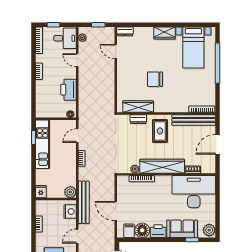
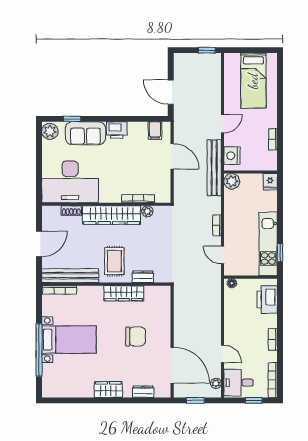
dresser: (125, 31) -> (143, 392), moved
bed with nightstands: (193, 48) -> (69, 340), moved, turned 90
door: (116, 52) -> (172, 365), width x1.87
chair: (155, 79) -> (135, 336), moved
printer: (69, 90) -> (267, 299), moved, turned 180
wardrobe: (138, 107) -> (124, 293), moved
door: (77, 136) -> (223, 255), swing flipped
floor lamp: (142, 230) -> (138, 131), removed

